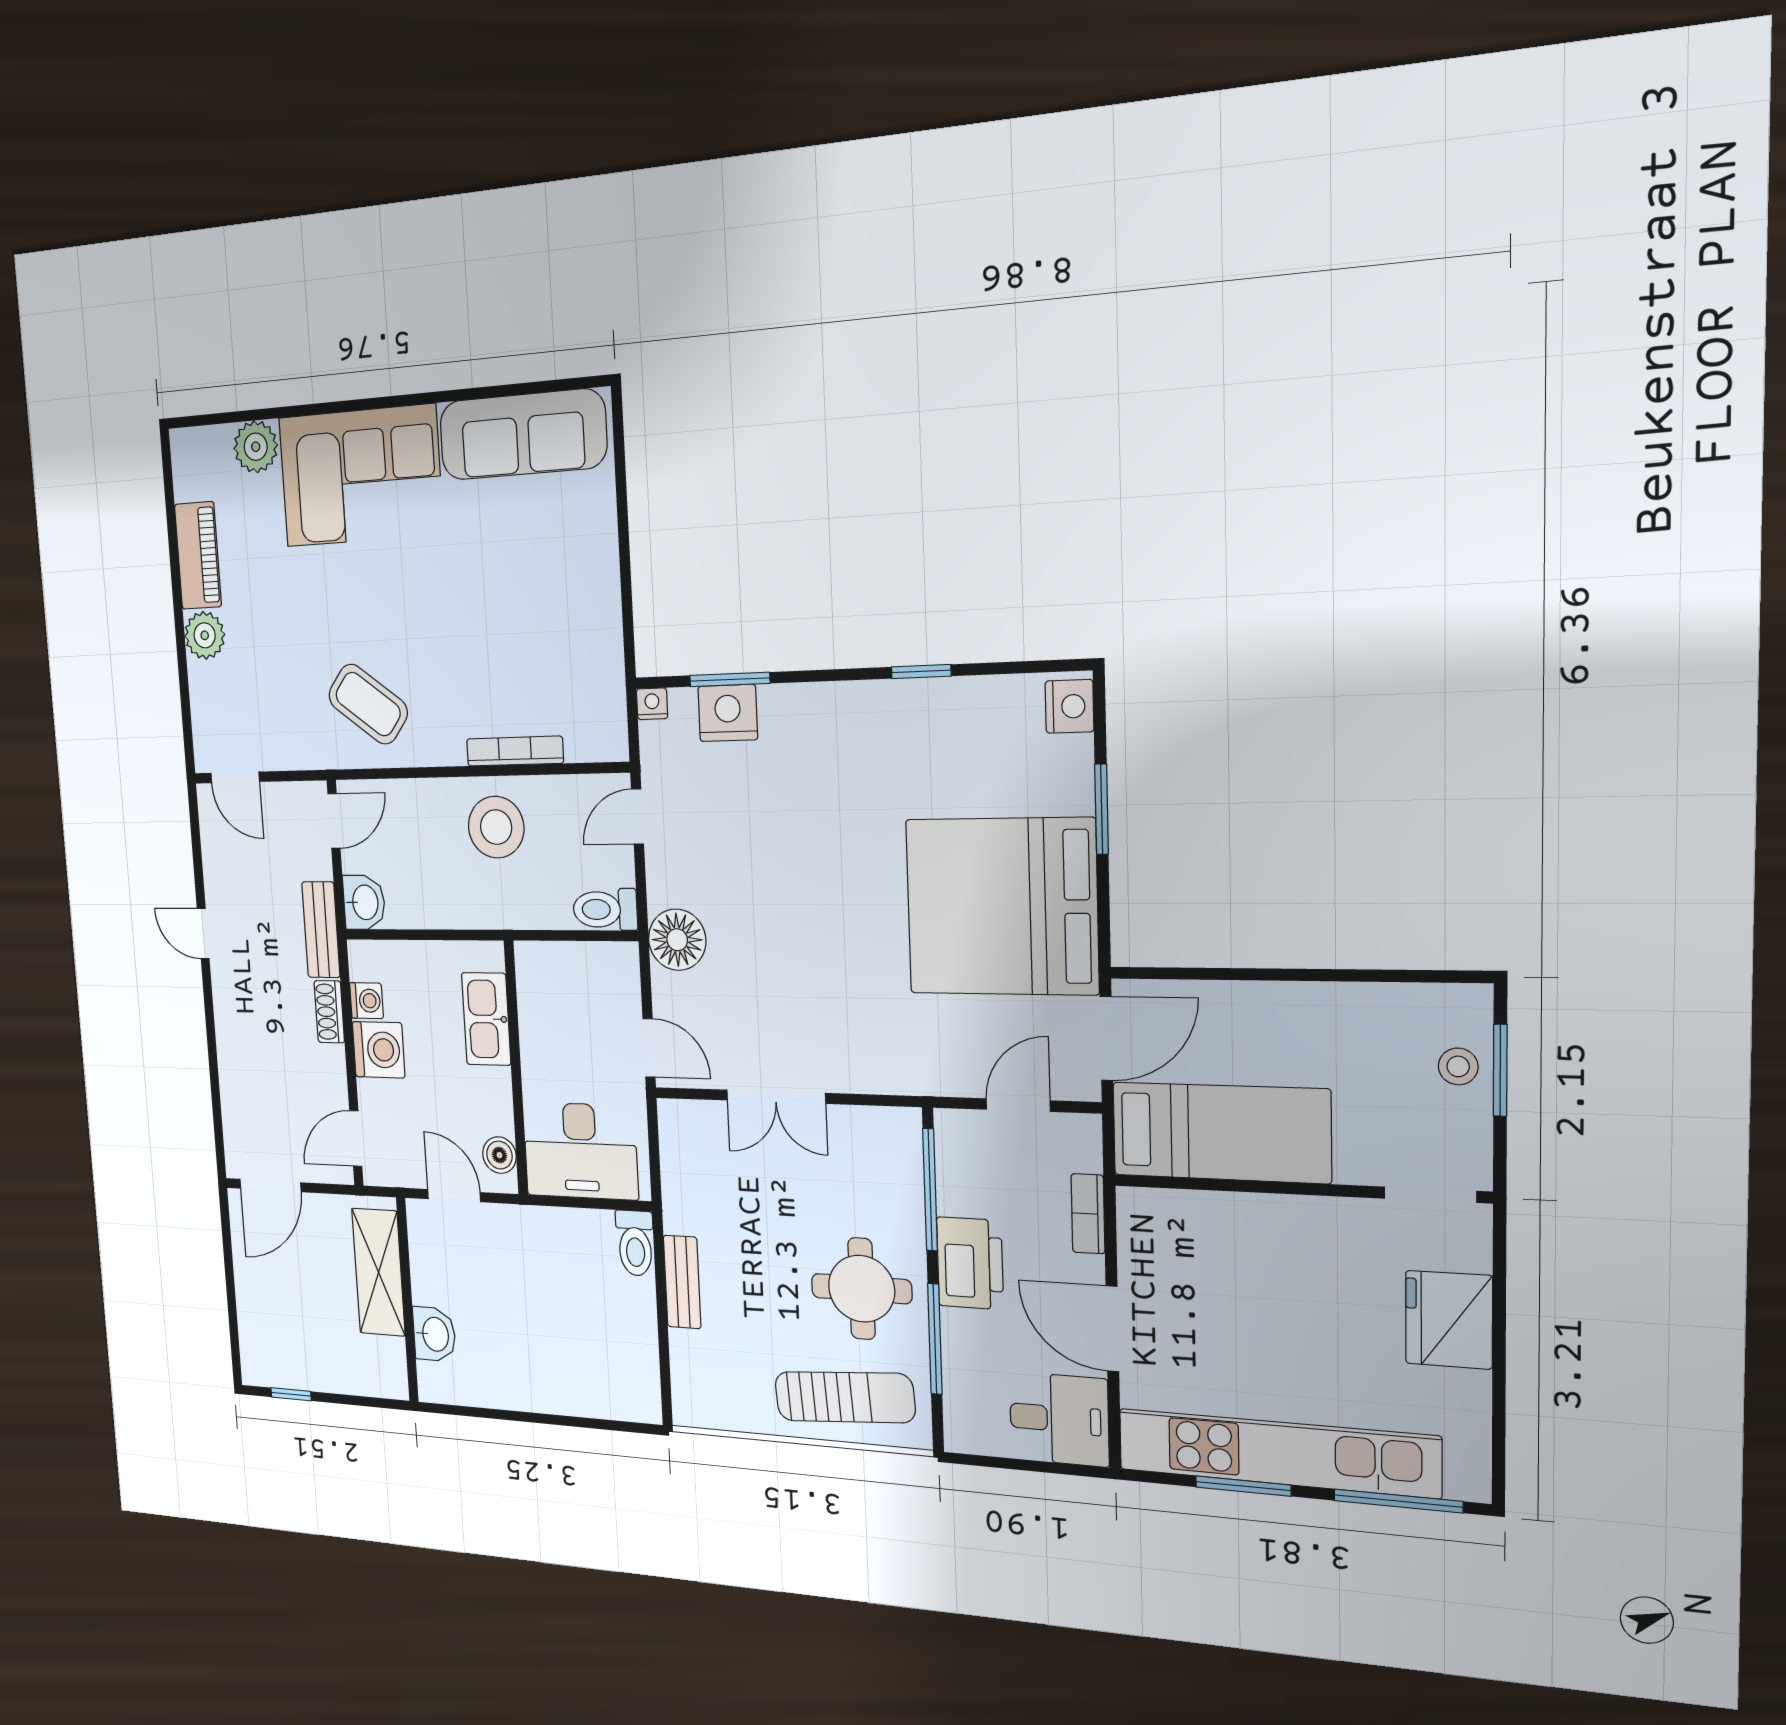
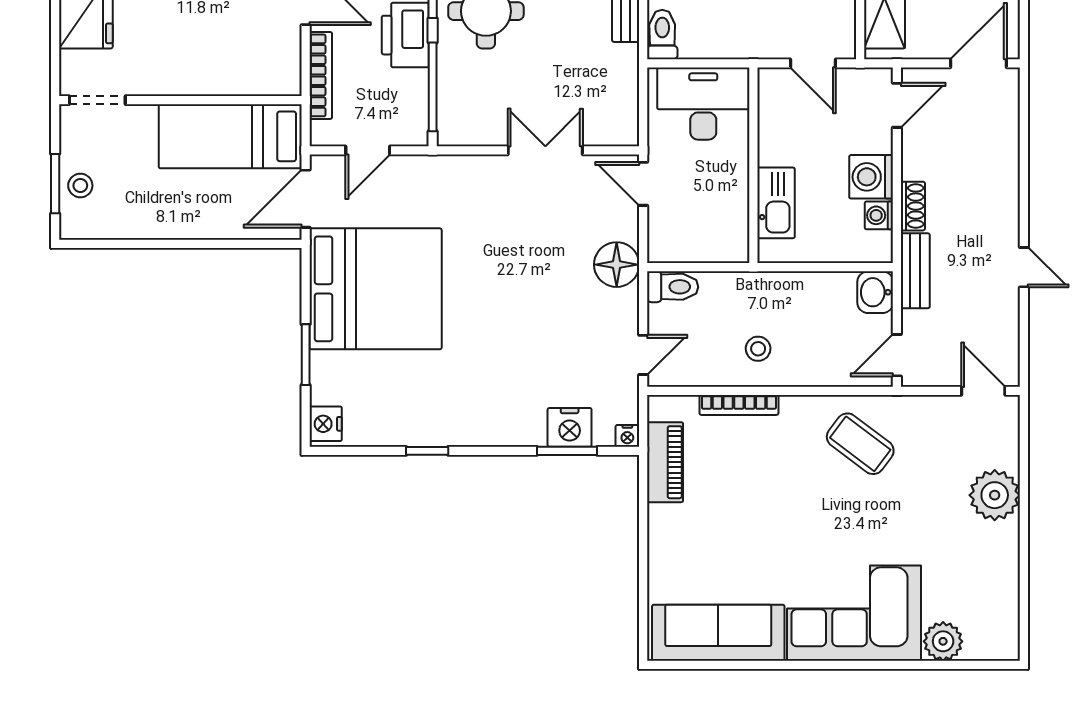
piano: (198, 556) -> (665, 462), moved, turned 180
plant: (205, 635) -> (995, 495), width x1.36, depth x1.36
stool: (496, 827) -> (758, 349), width x0.53, depth x0.53
boiler: (499, 1155) -> (772, 97), removed
bookcase: (1088, 1214) -> (321, 75), width x1.56

